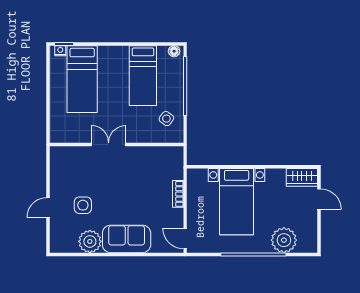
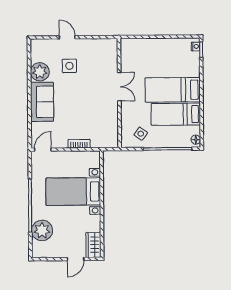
bed: (82, 79) -> (173, 90), moved

